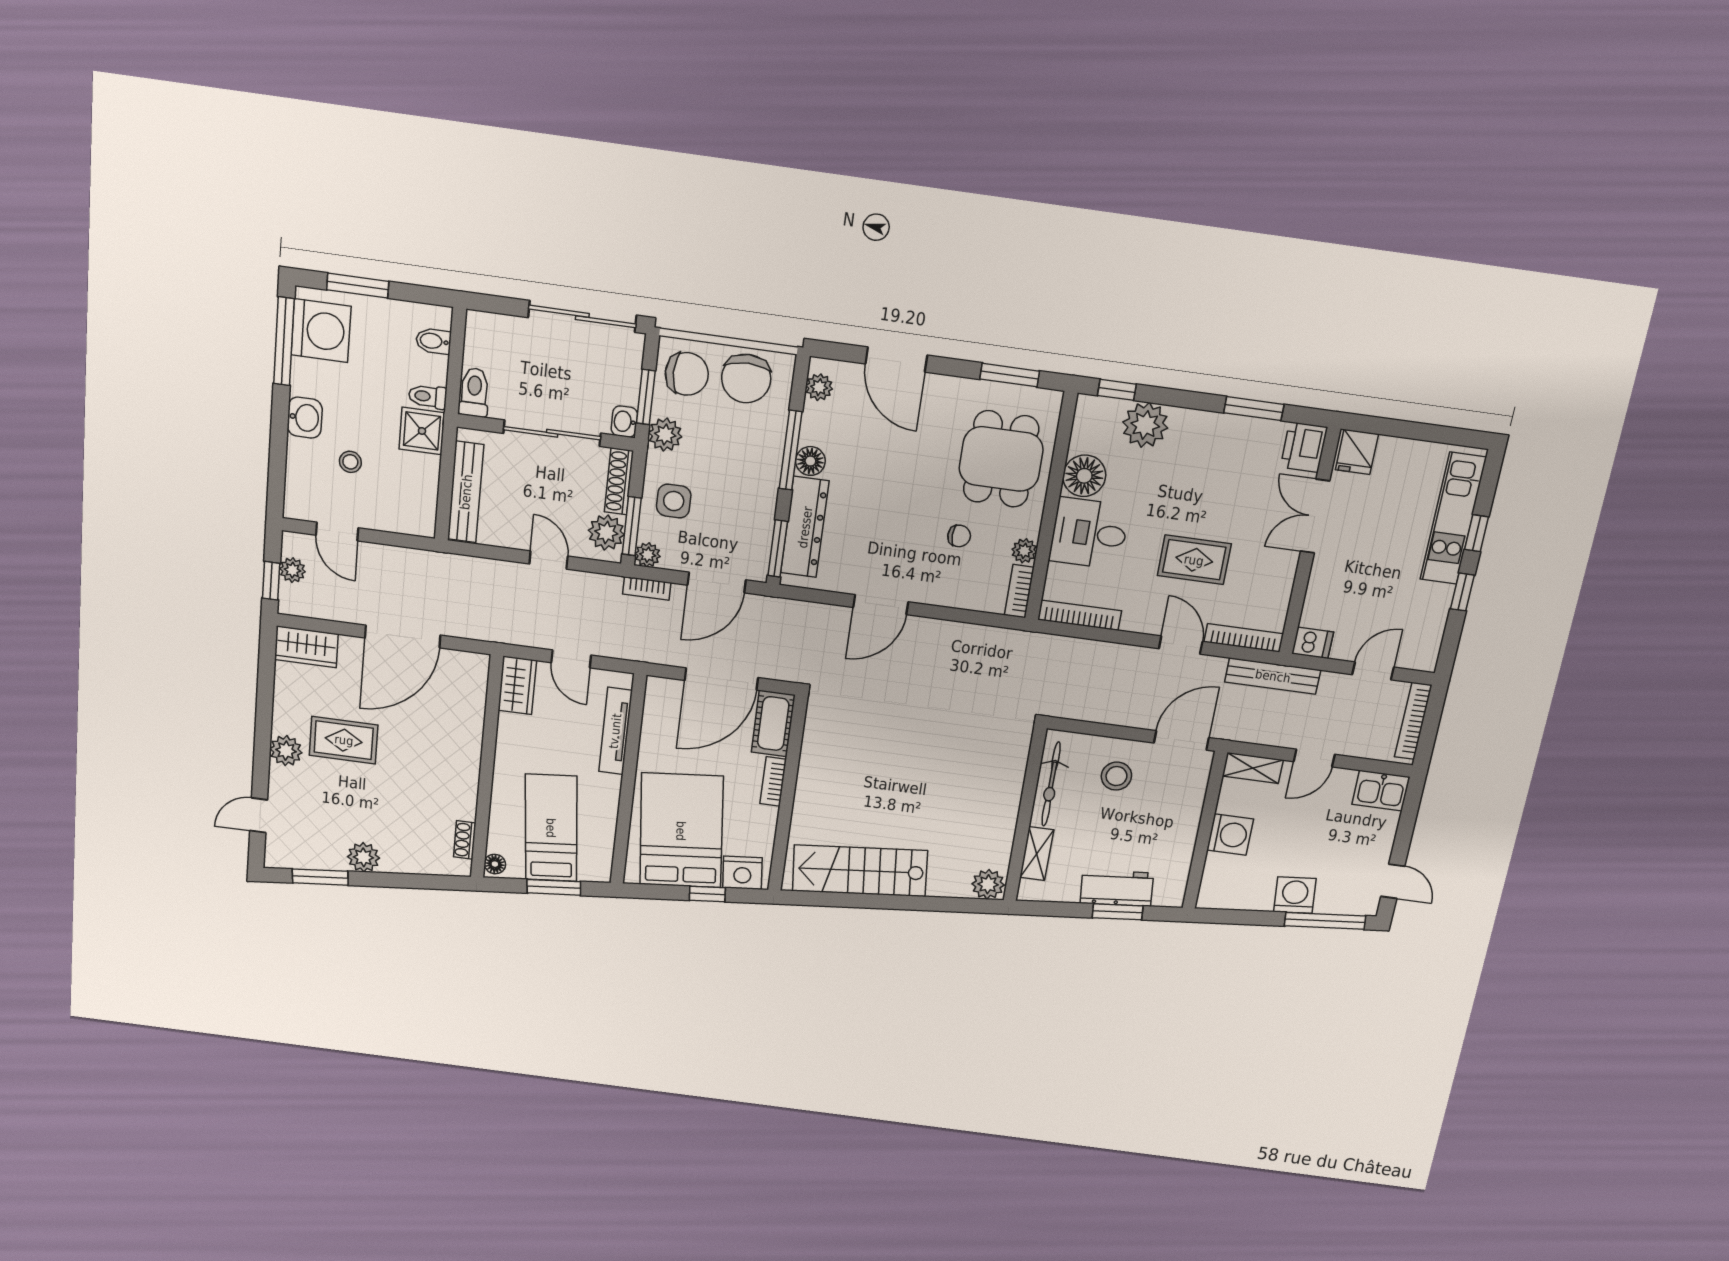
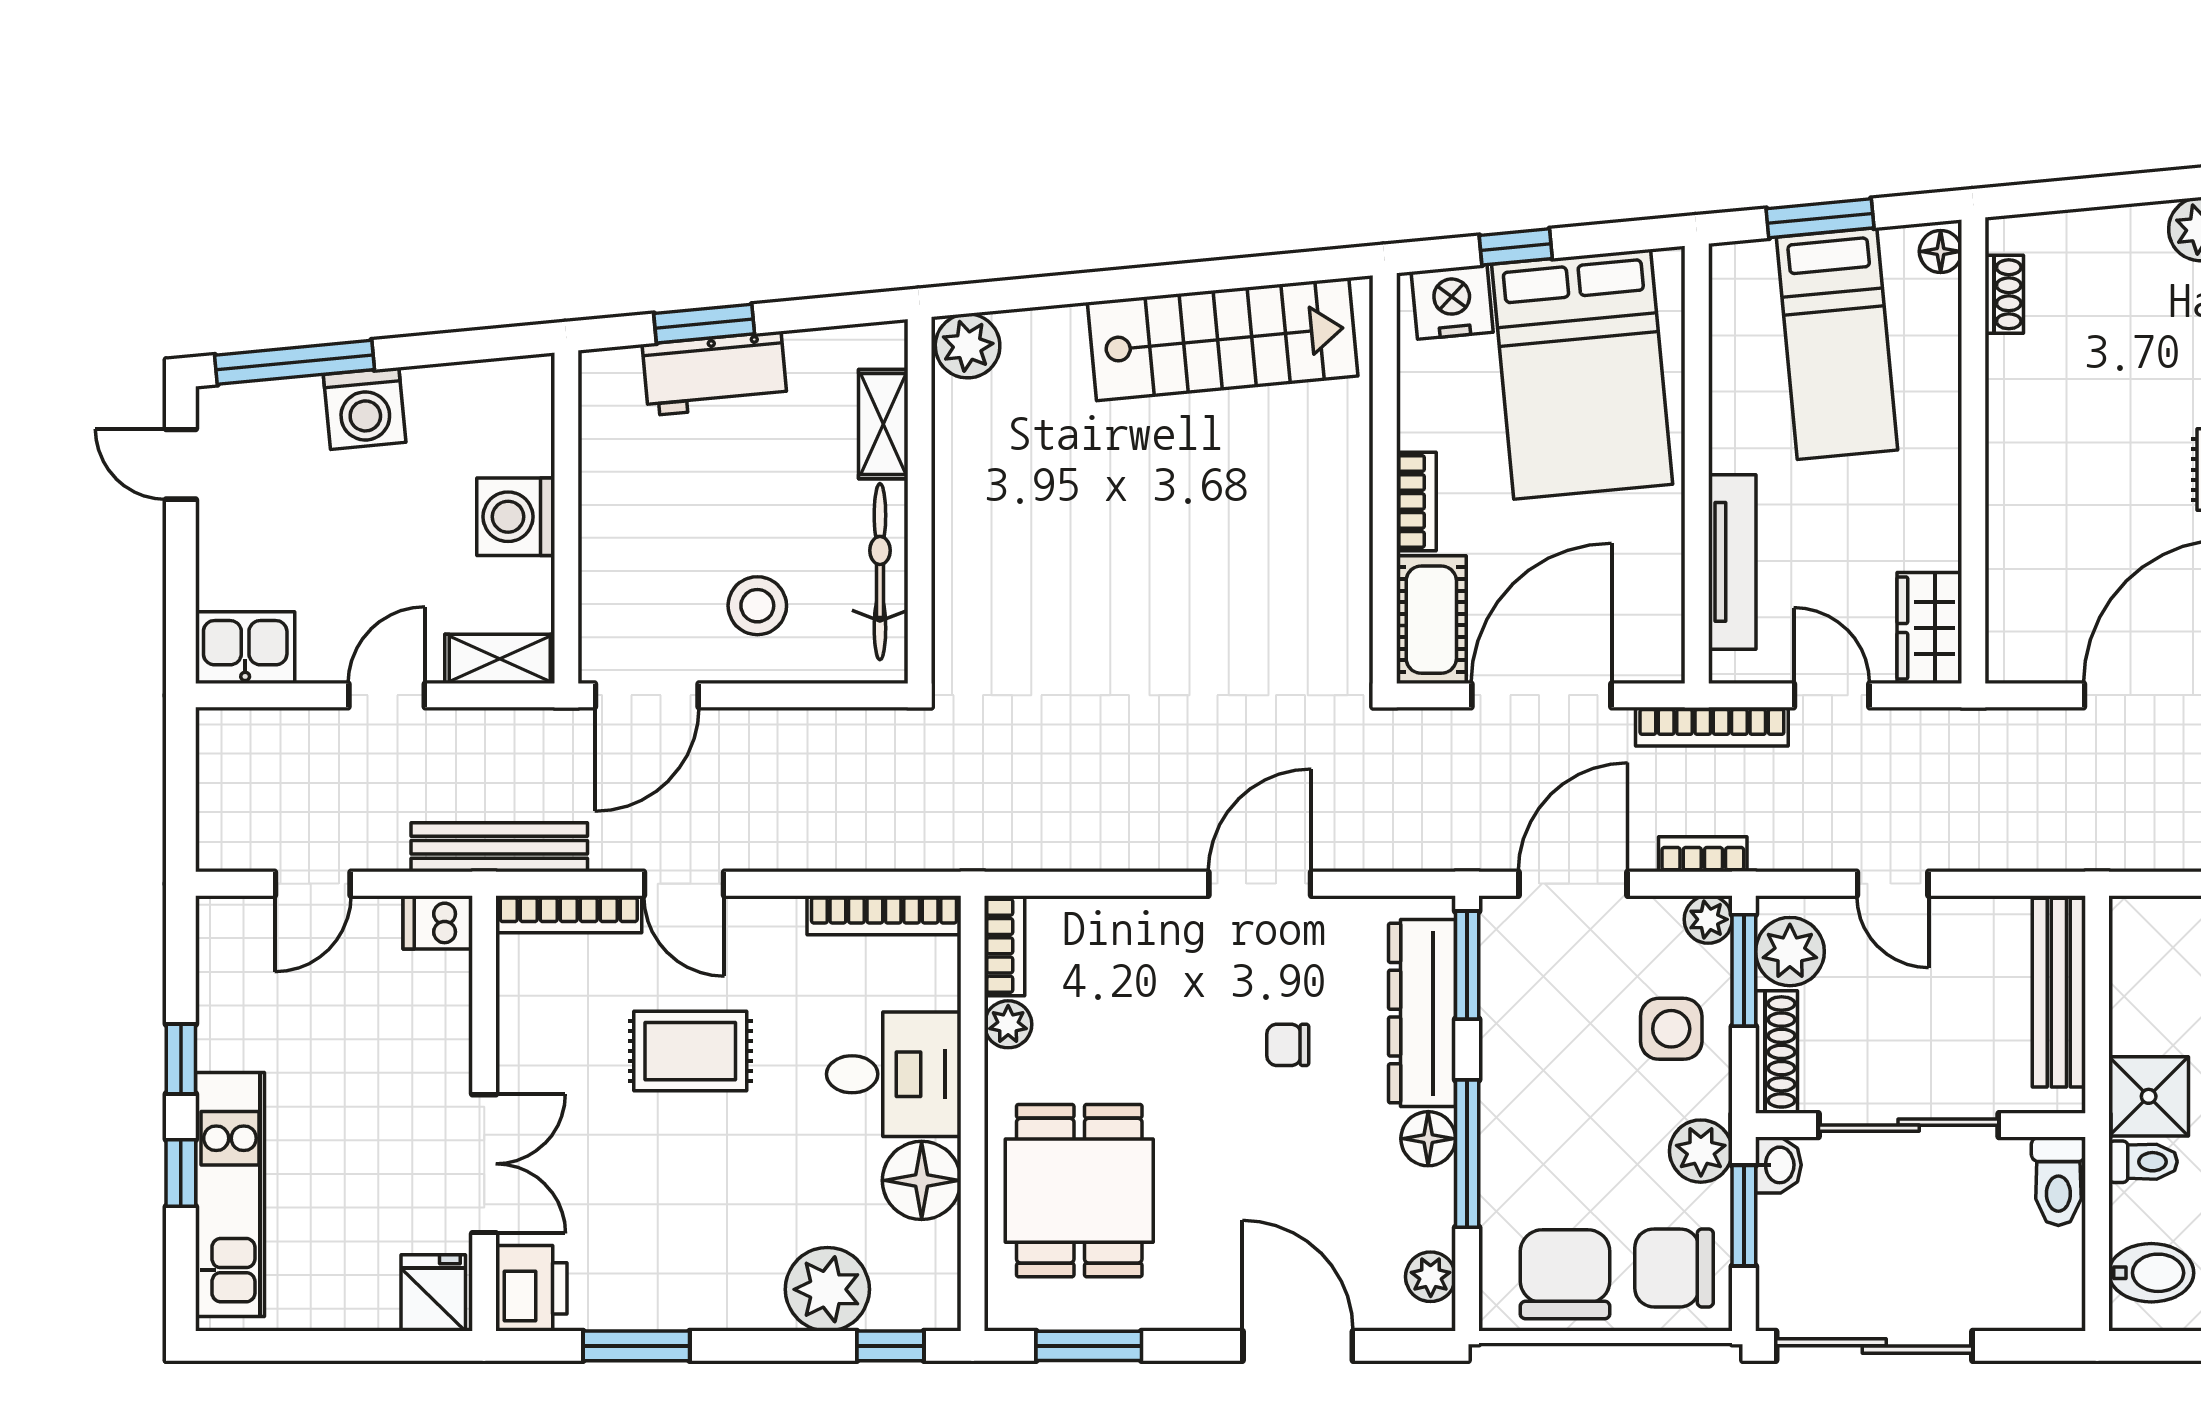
bidet: (433, 341) -> (2151, 1273), width x1.38, depth x1.36
chair: (959, 536) -> (1288, 1045), moved
bookcase: (1413, 721) -> (1712, 727), moved, turned 90

